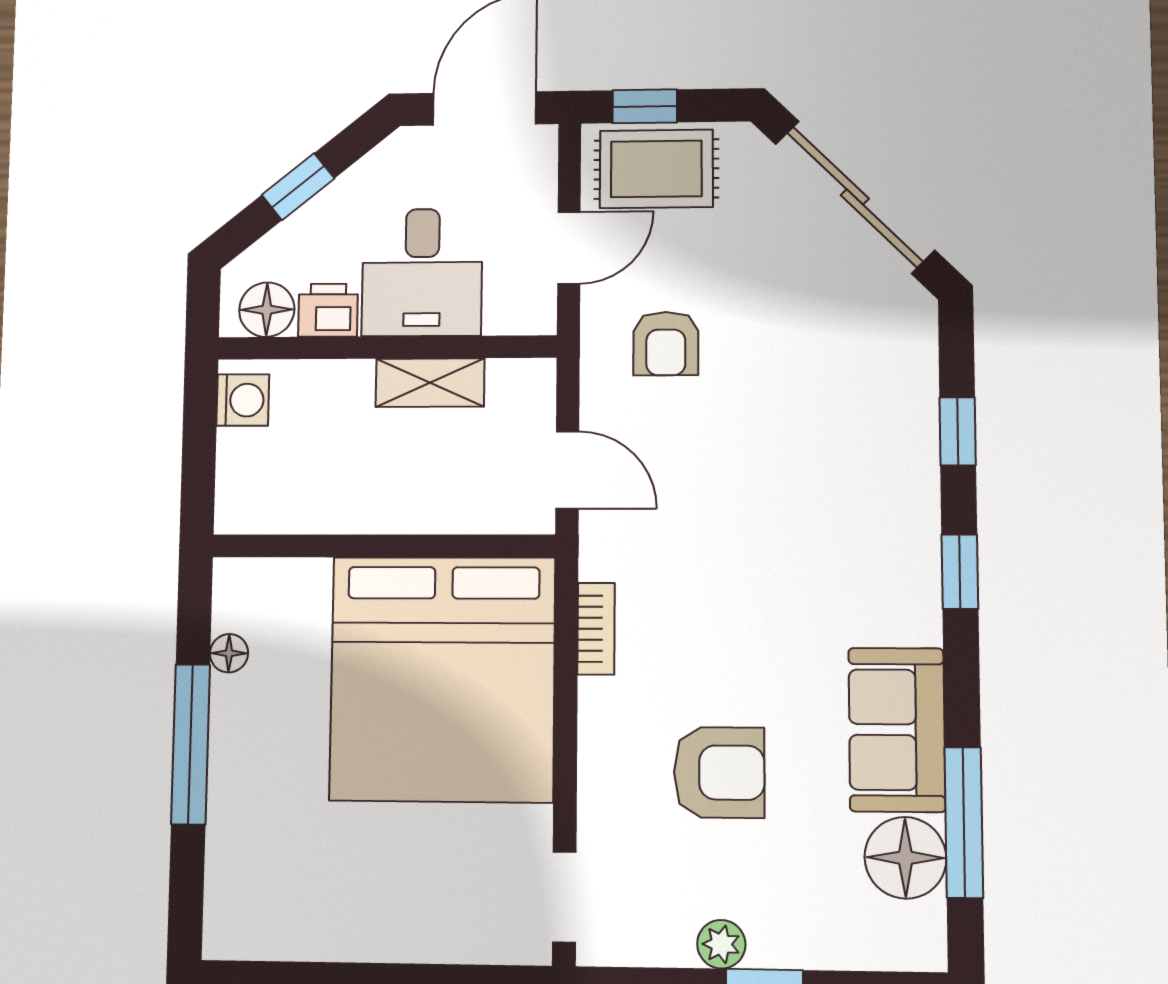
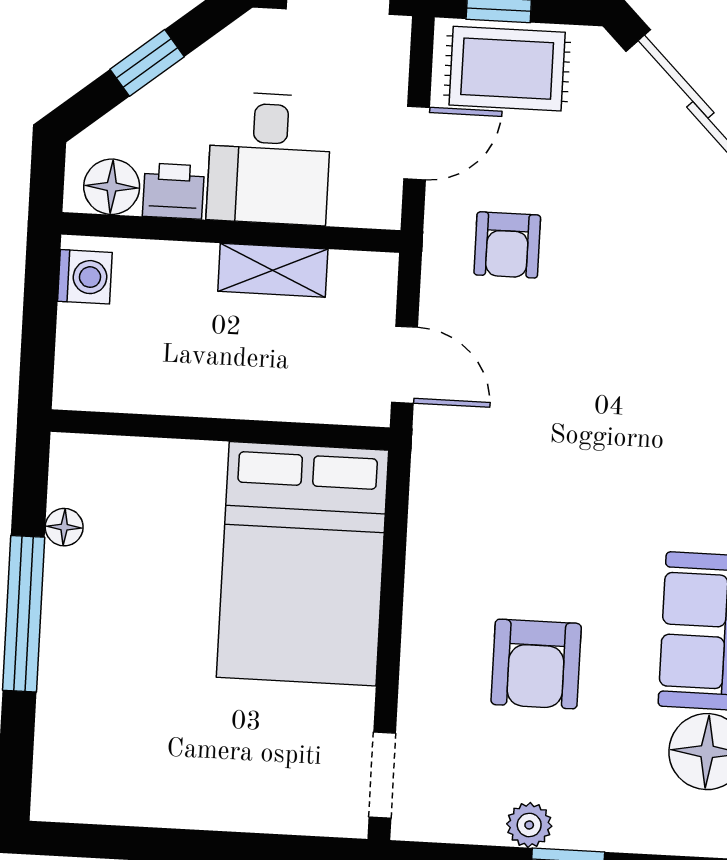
bookcase: (596, 629) -> (425, 521), removed
bed: (443, 679) -> (303, 564), width x0.73
armchair: (719, 772) -> (536, 664), turned 90

